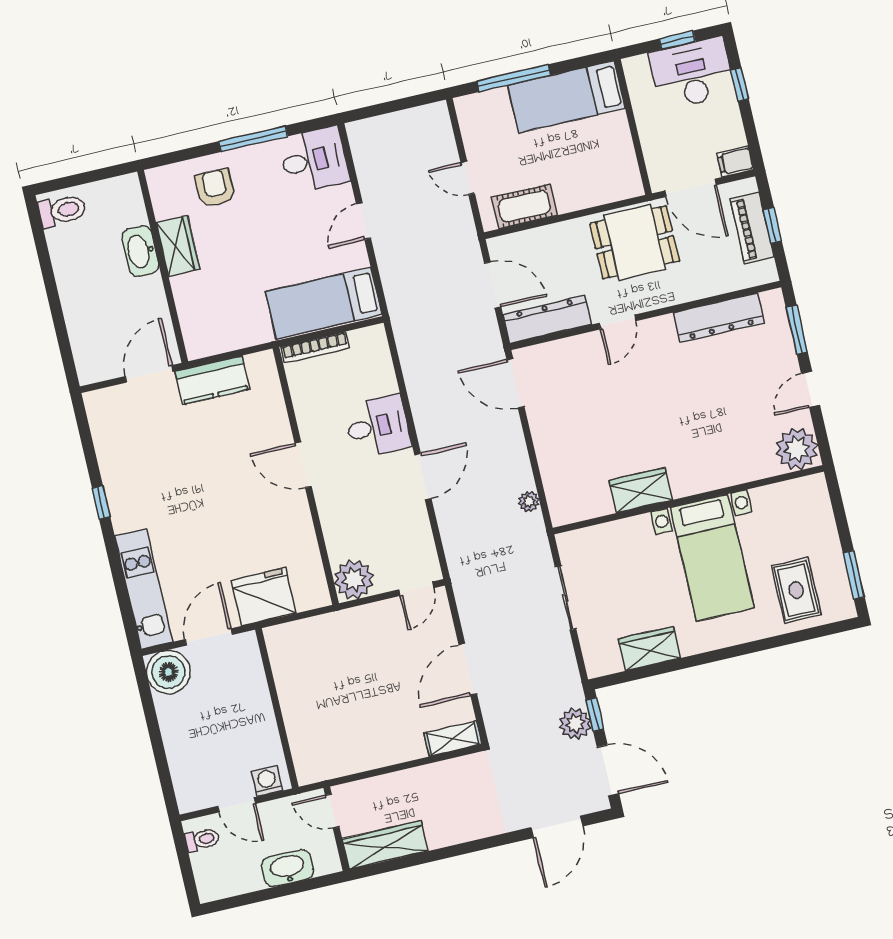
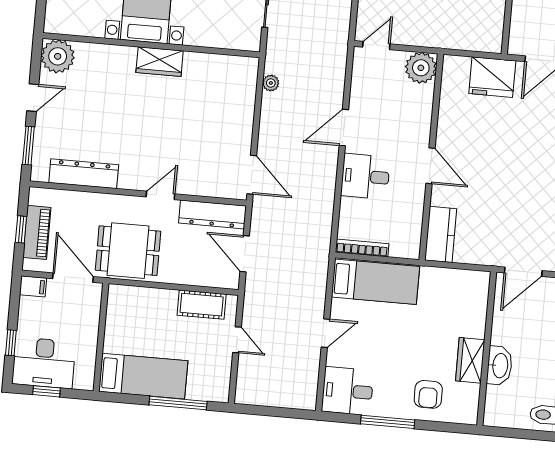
bookcase: (315, 347) -> (362, 248), moved
kitchen counter: (212, 380) -> (441, 234), moved, turned 90
wardrobe: (641, 490) -> (160, 62), moved

